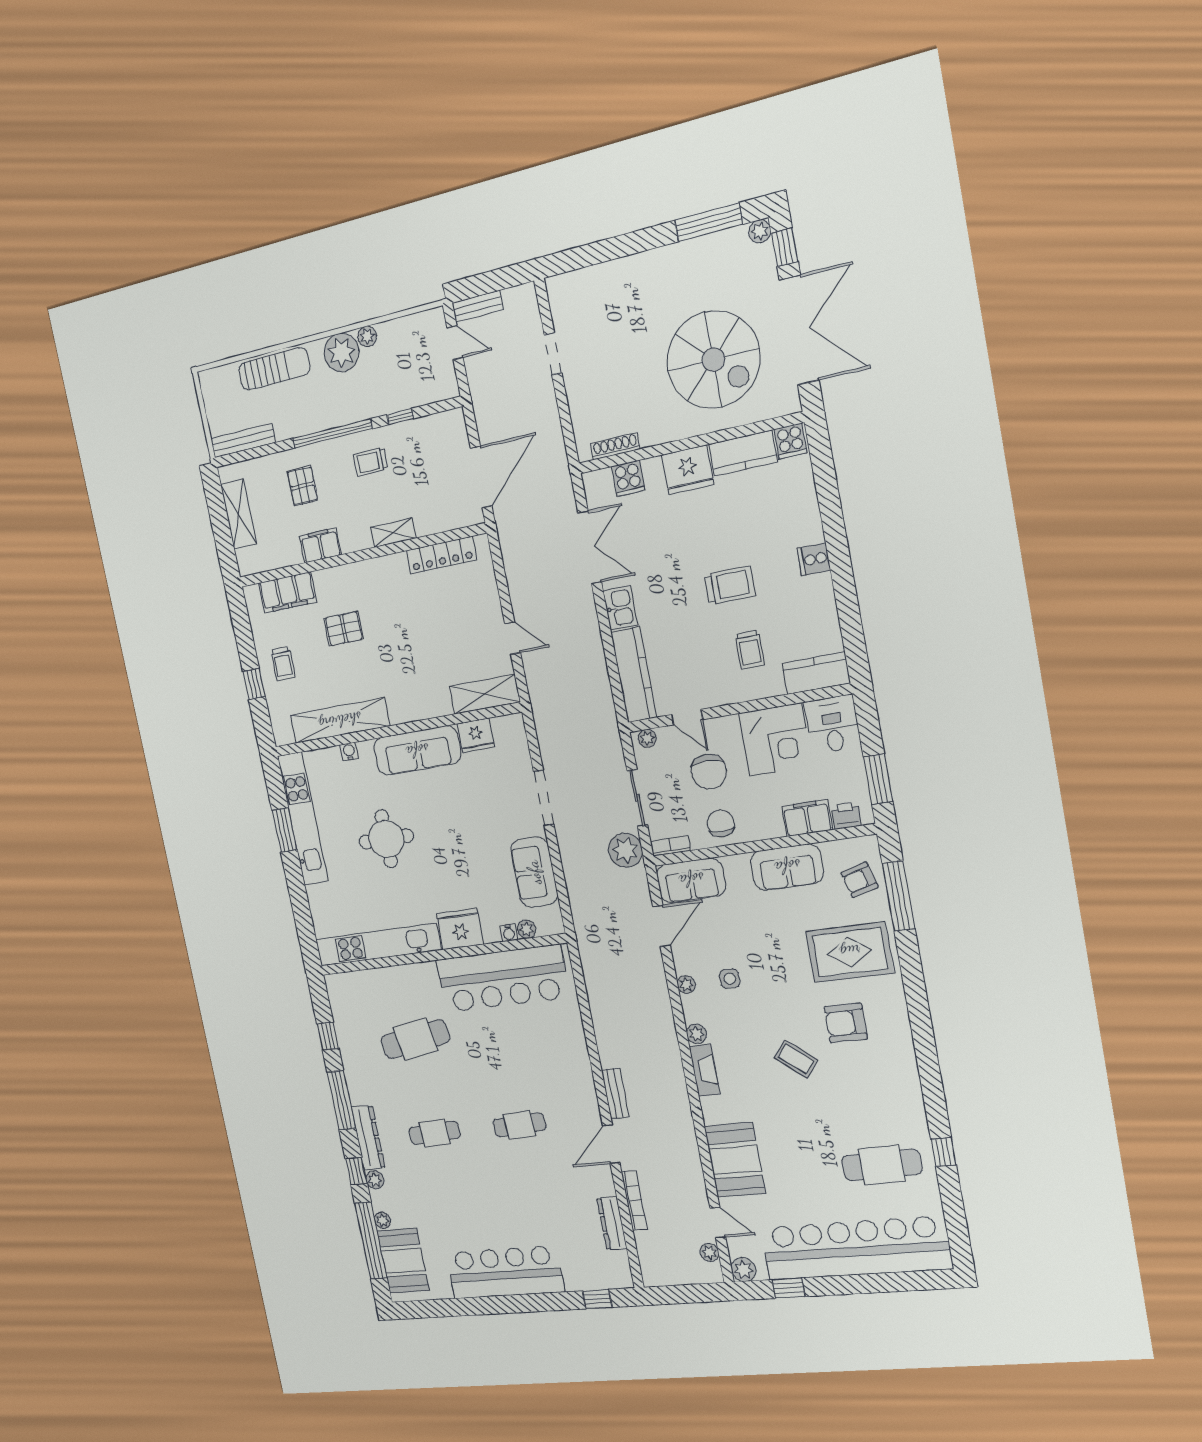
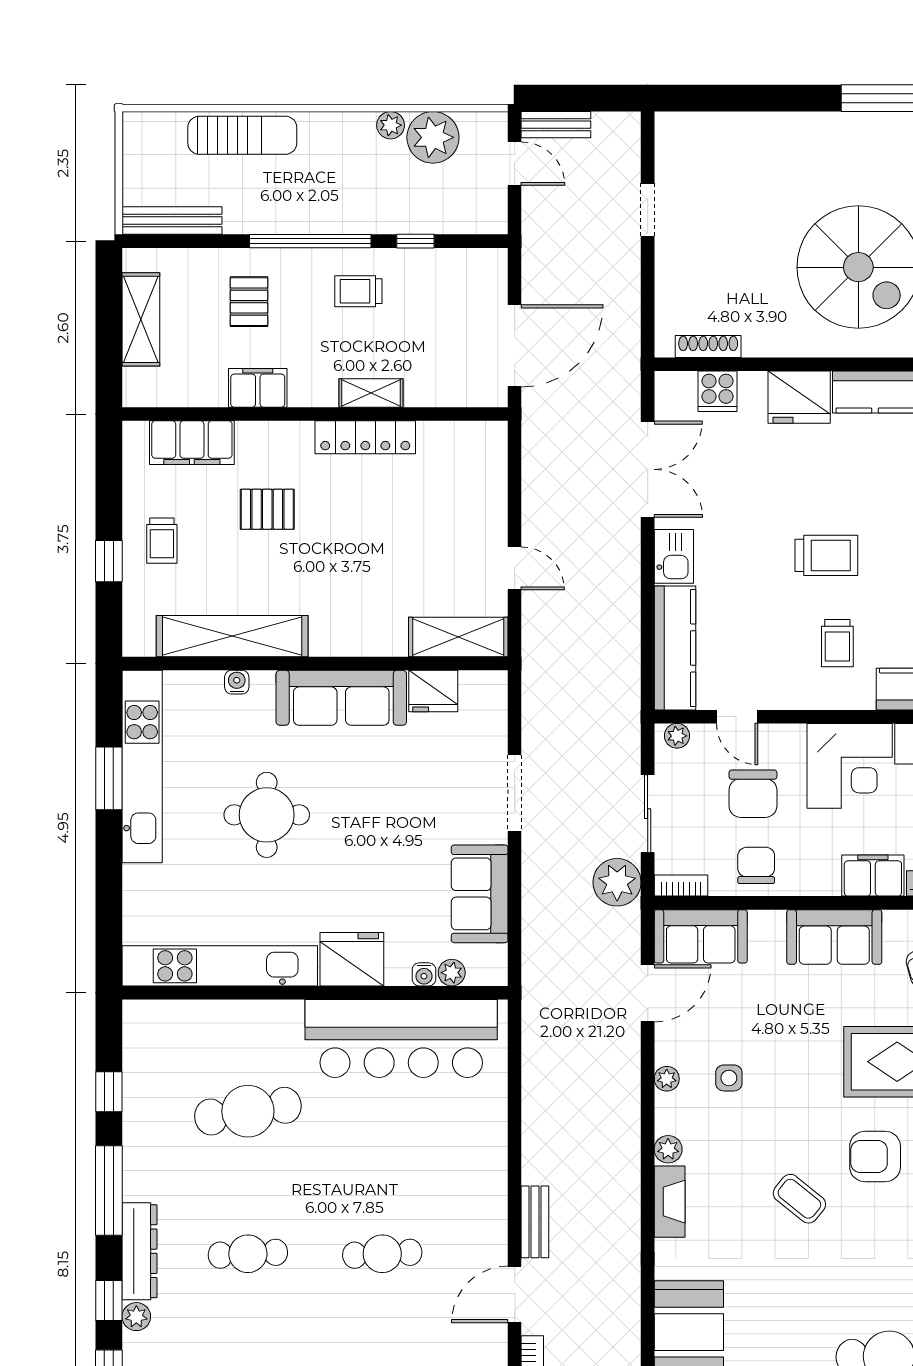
plant: (342, 352) -> (433, 137), moved
locker: (441, 555) -> (365, 437), moved

